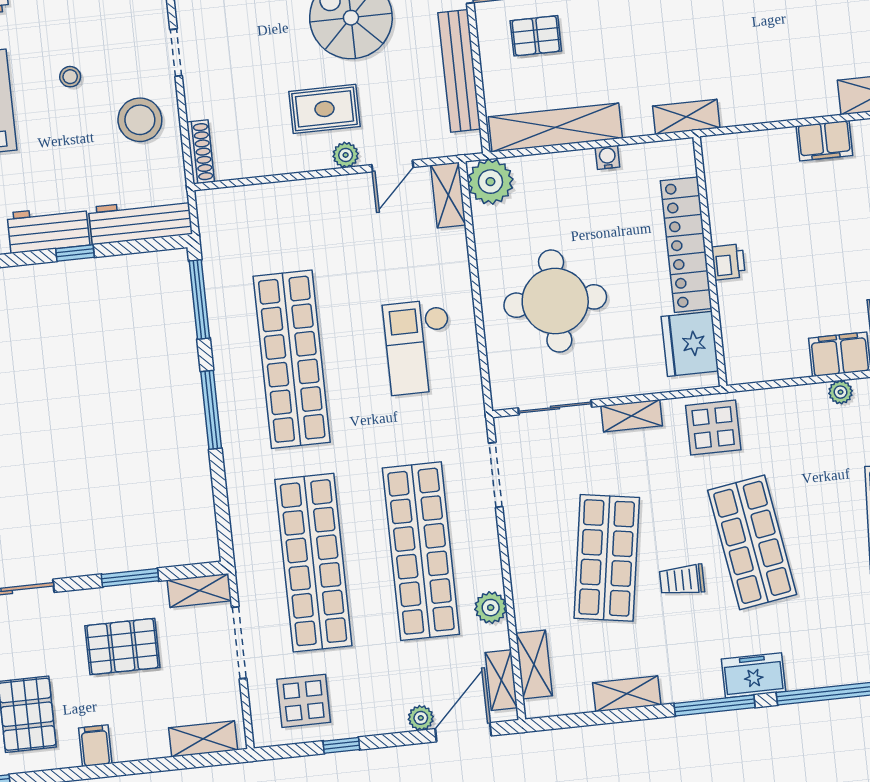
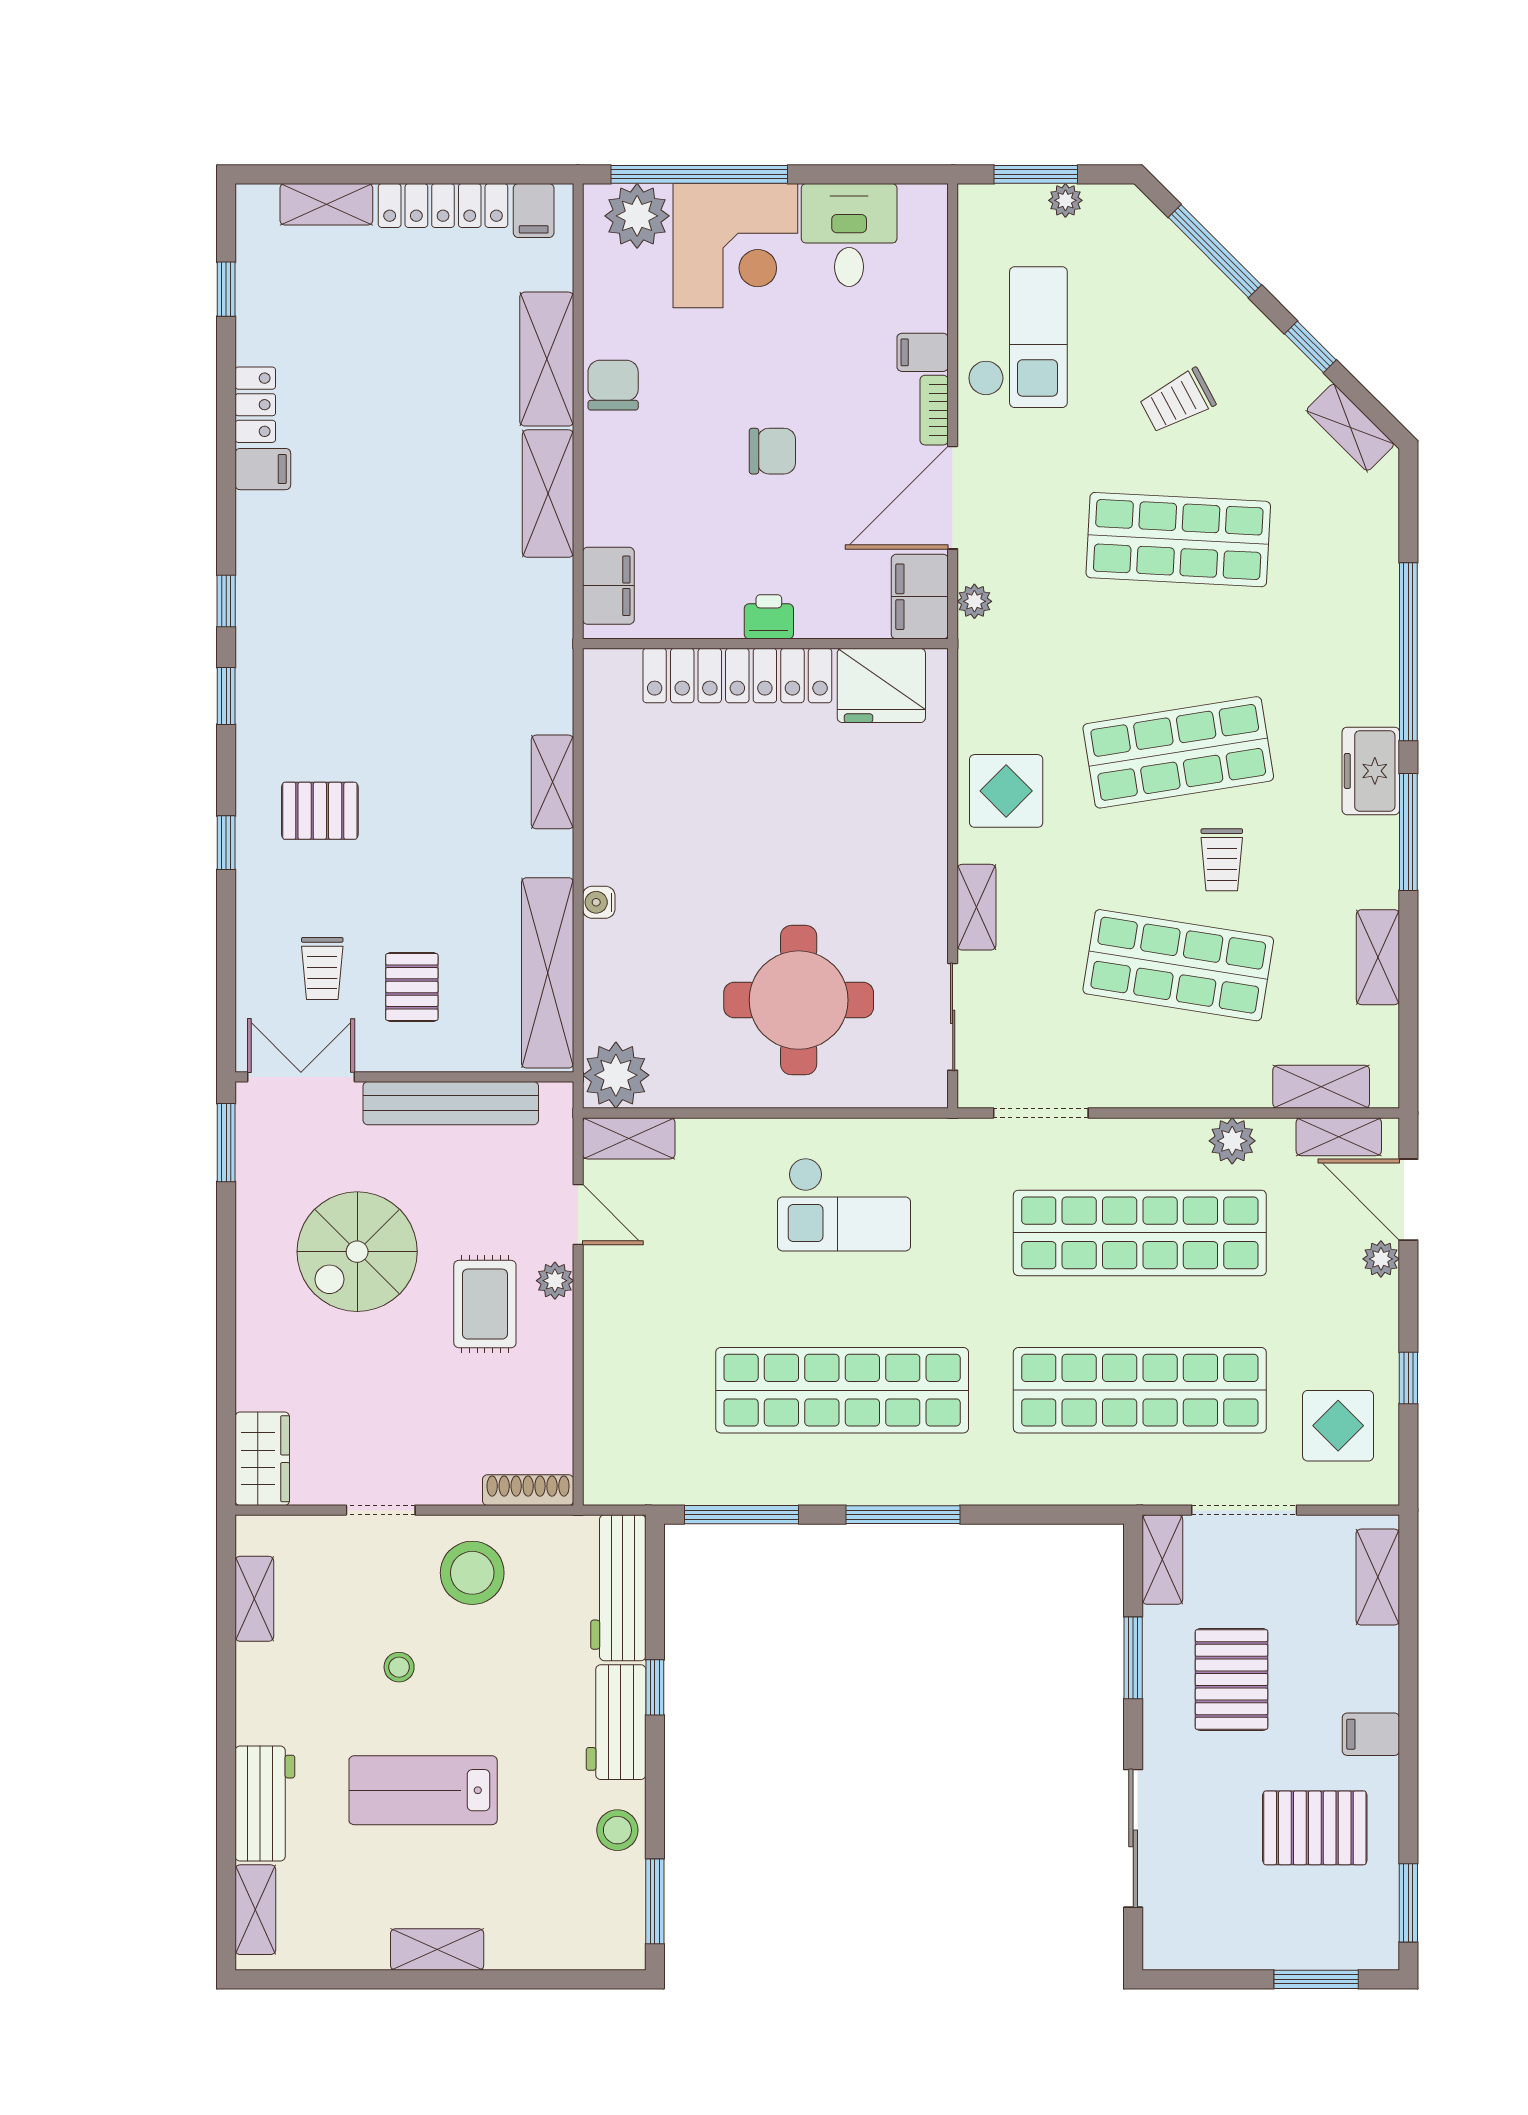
locker: (686, 245) -> (737, 676), moved
wall: (710, 261) -> (765, 644), moved
printer: (728, 262) -> (769, 617), moved
fridge: (690, 344) -> (881, 685), moved

